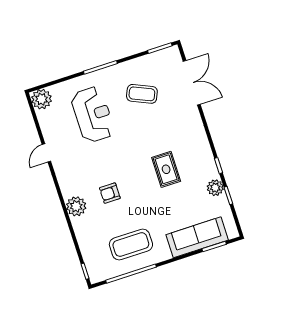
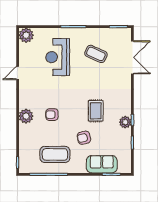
reception desk: (93, 115) -> (58, 57), turned 180
plant: (215, 188) -> (125, 122), moved
armchair: (162, 210) -> (84, 138), added
sofa: (197, 237) -> (102, 164), width x0.73

